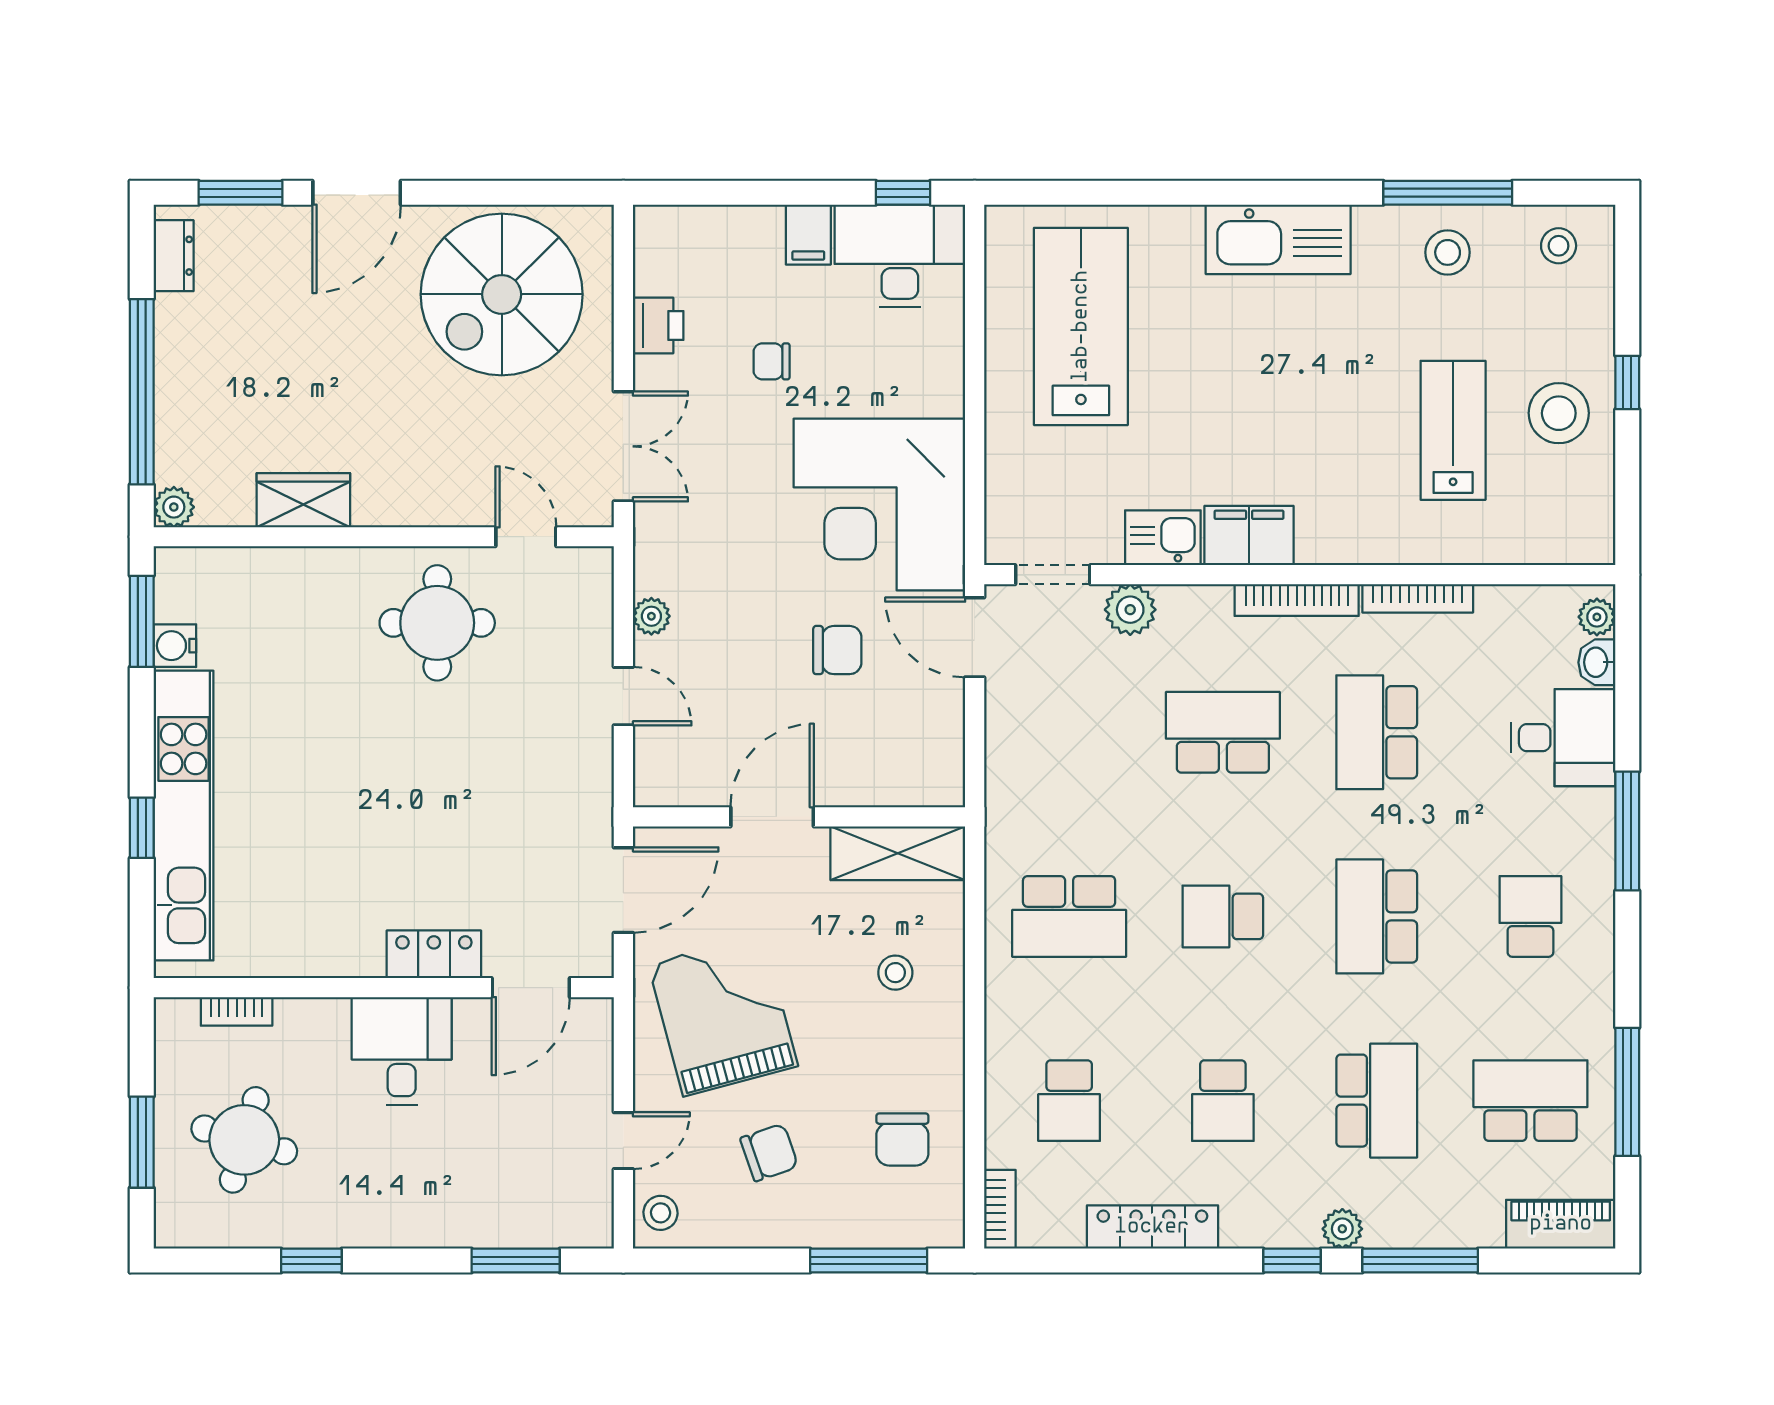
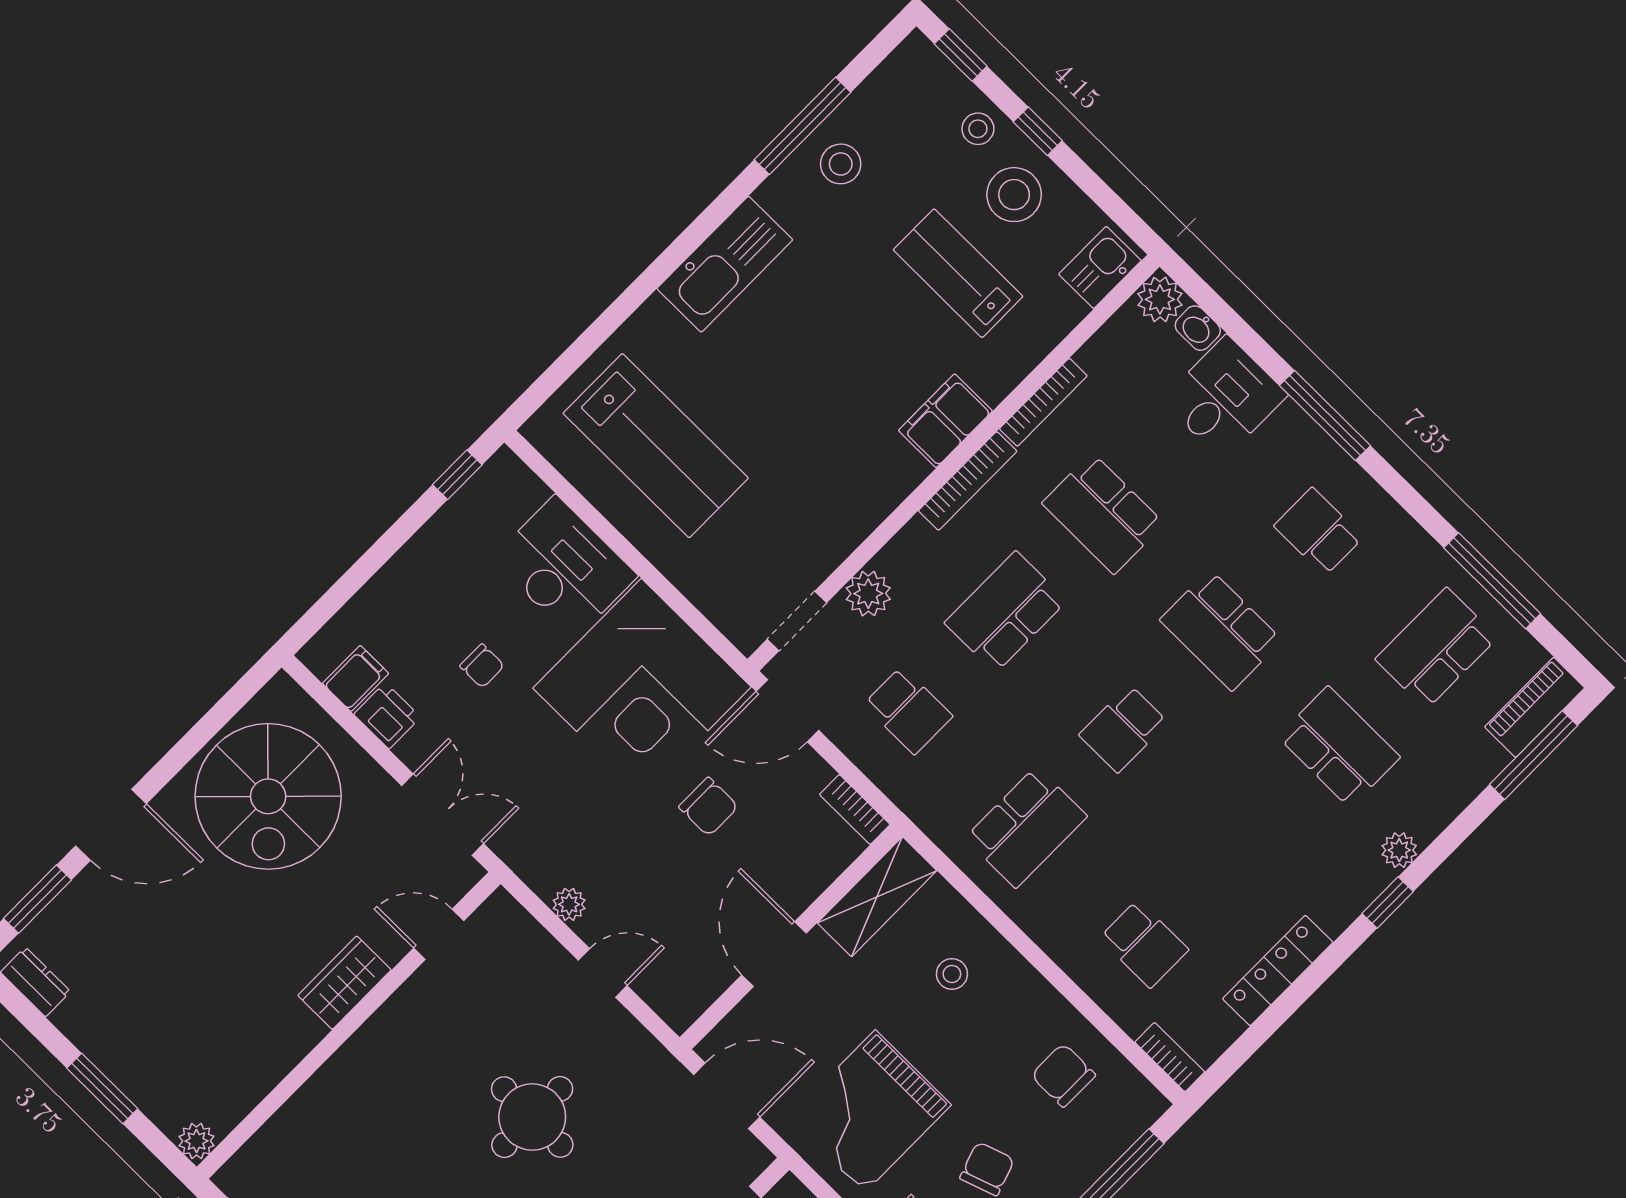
door: (357, 193) -> (111, 825), hinge flipped
filing cabinet: (808, 235) -> (356, 678), moved, turned -90
stool: (1559, 246) -> (978, 129), moved
desk: (900, 256) -> (565, 567), moved, turned 90
window: (1627, 262) -> (961, 55), added
lab bench: (1081, 326) -> (656, 446), turned 180
chair: (772, 361) -> (482, 666), turned -90
window: (142, 392) -> (102, 1088), width x0.47
wardrobe: (303, 500) -> (344, 983), moved
filing cabinet: (1249, 536) -> (945, 421), moved
kitchen sink: (1163, 538) -> (1100, 267), moved
plant: (1597, 617) -> (1160, 299), width x1.38, depth x1.38
round table: (437, 623) -> (532, 1117), moved
chair: (837, 650) -> (709, 807), turned 90
bookcase: (949, 768) -> (855, 809), added
door: (623, 890) -> (727, 1096), hinge flipped
grand piano: (723, 1015) -> (870, 1111), turned -75
school desk: (1223, 1101) -> (908, 710), moved
chair: (902, 1139) -> (1063, 1075), turned 180
window: (1420, 1261) -> (1533, 755), moved

